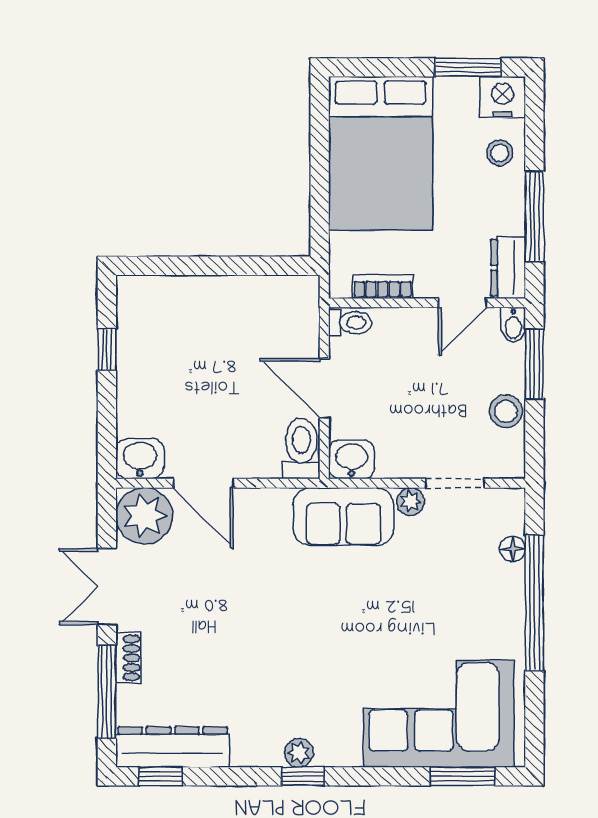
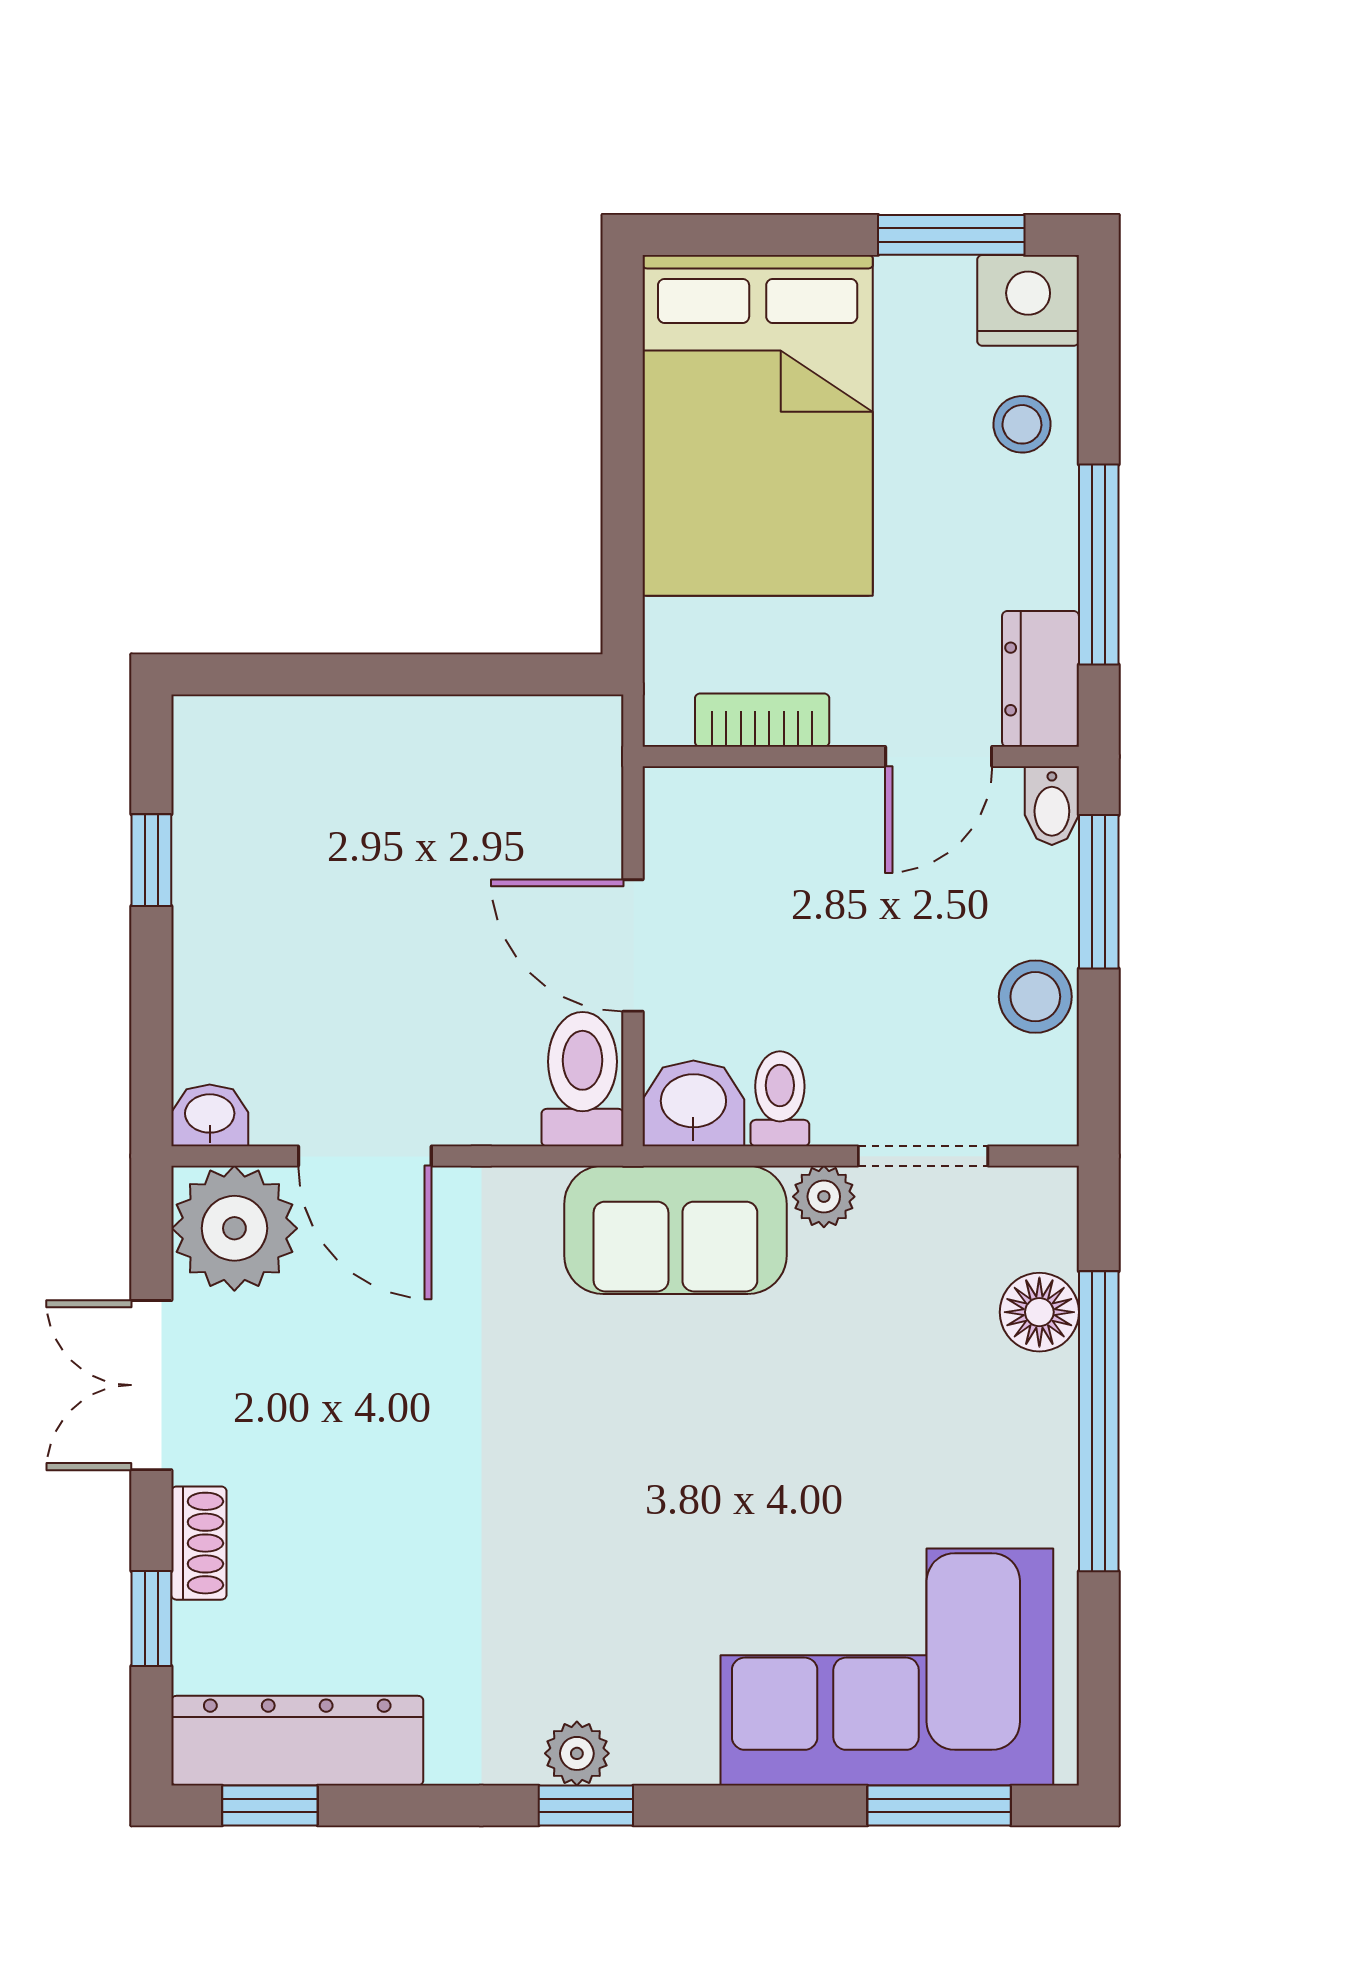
toilet: (350, 323) -> (780, 1099), moved, turned -90
washbasin: (140, 459) -> (210, 1115), width x0.72, depth x0.69
floor lamp: (512, 549) -> (1039, 1312), width x1.37, depth x1.37
window: (107, 692) -> (151, 1619), width x0.46

